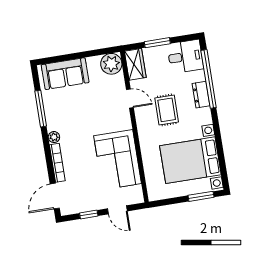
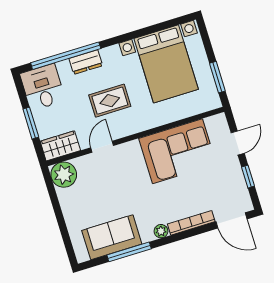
sofa: (65, 74) -> (112, 237), moved, turned -90
window: (201, 196) -> (217, 77), moved

